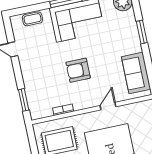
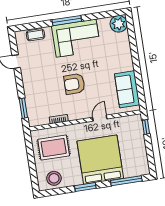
window: (142, 32) -> (134, 52), removed

